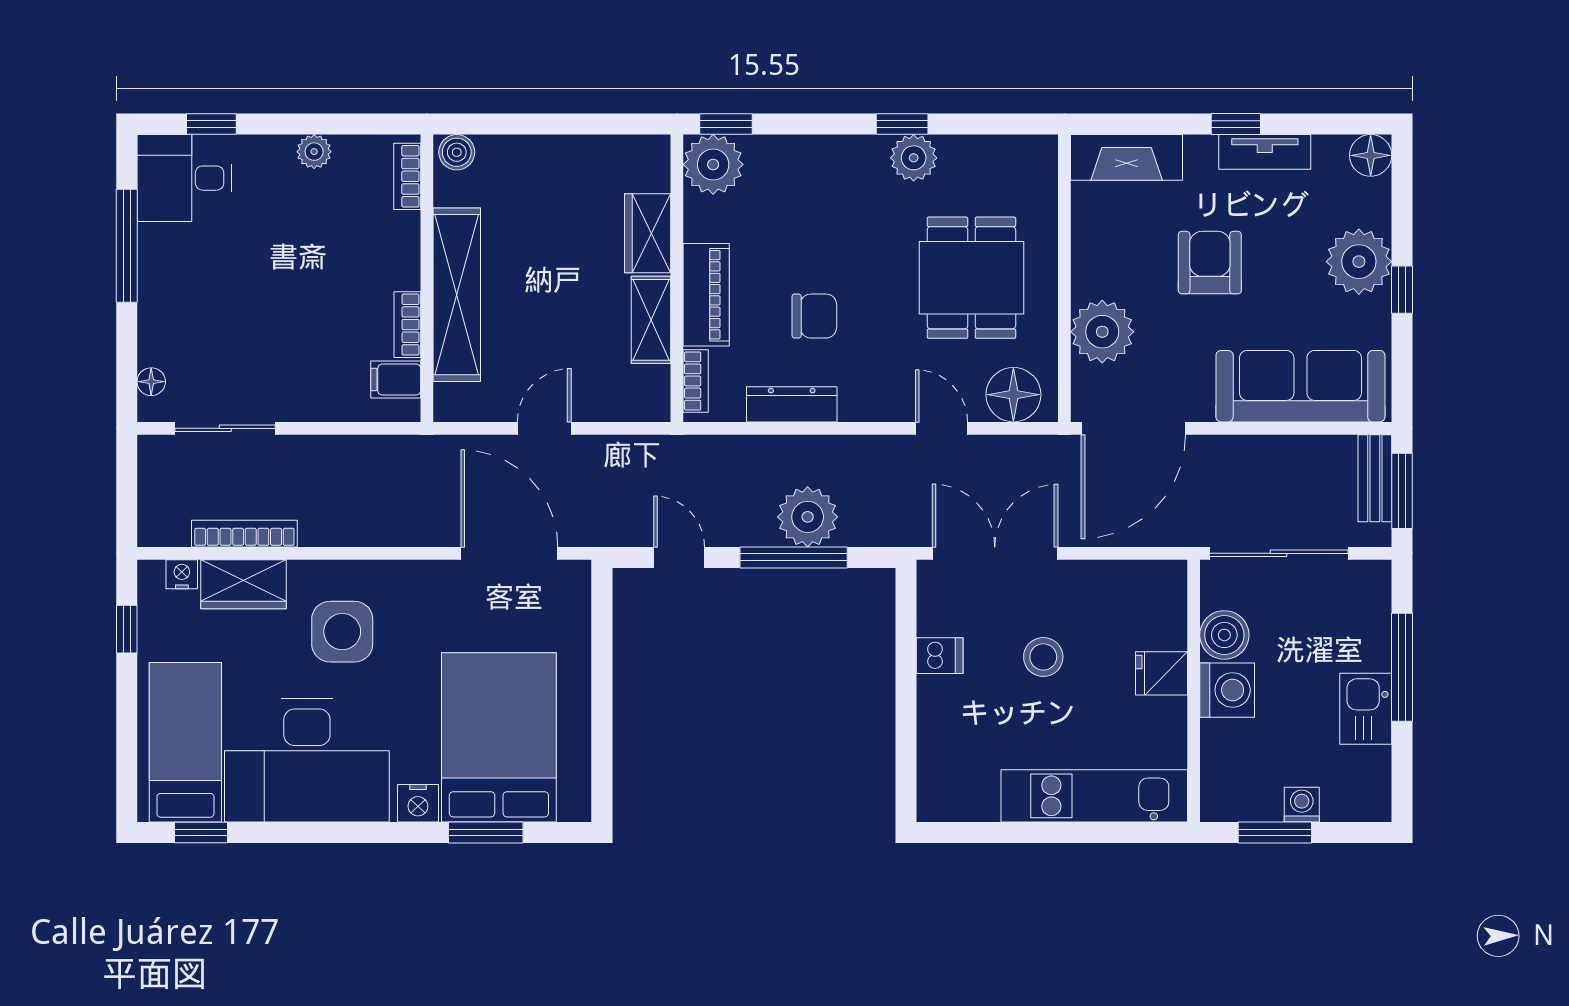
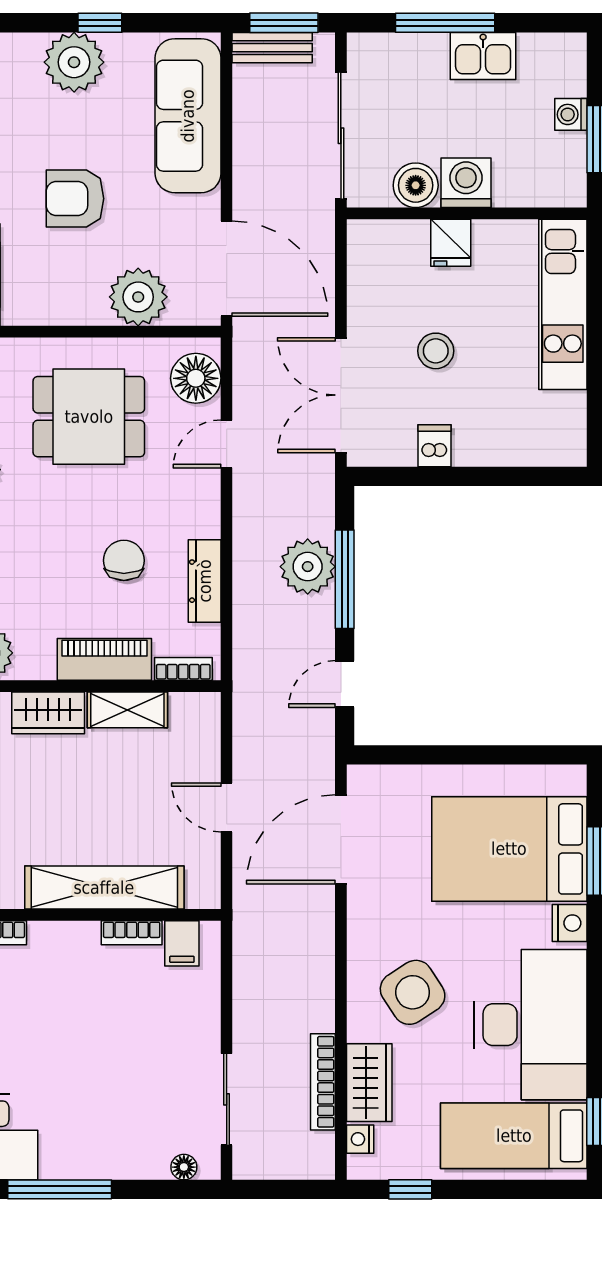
side table: (342, 632) -> (413, 992), turned -33

